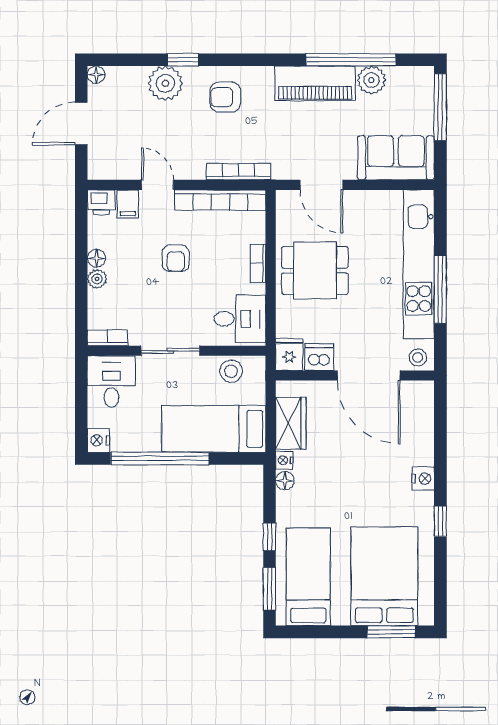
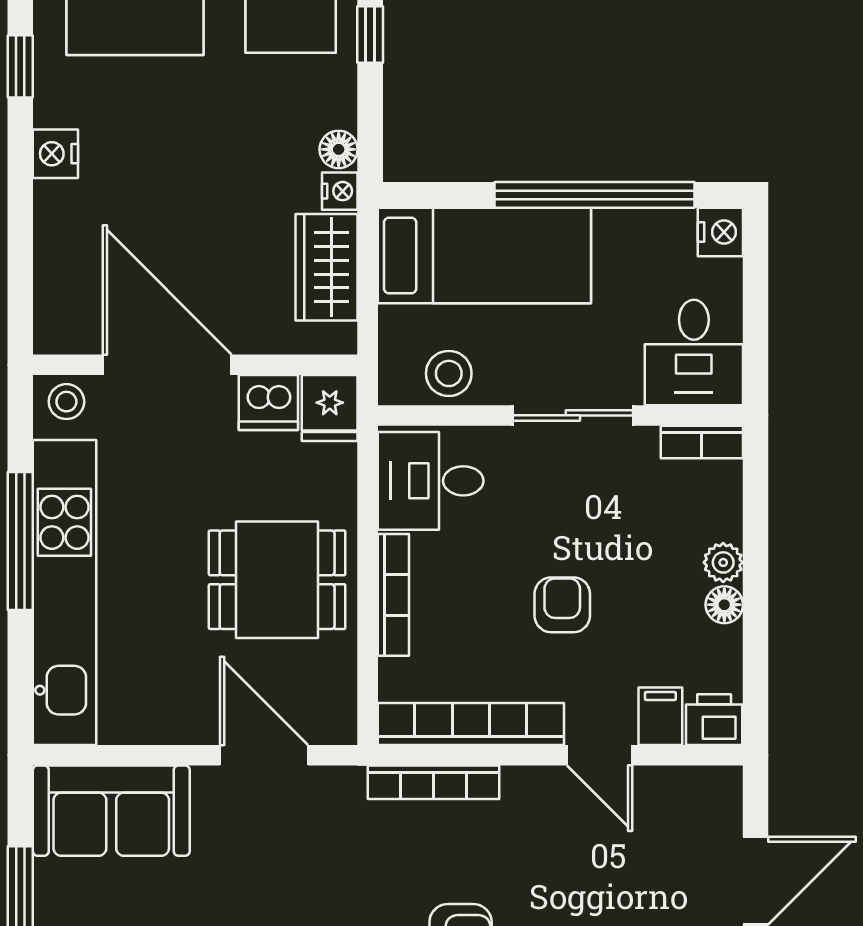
bookcase: (258, 263) -> (393, 595), width x1.56

